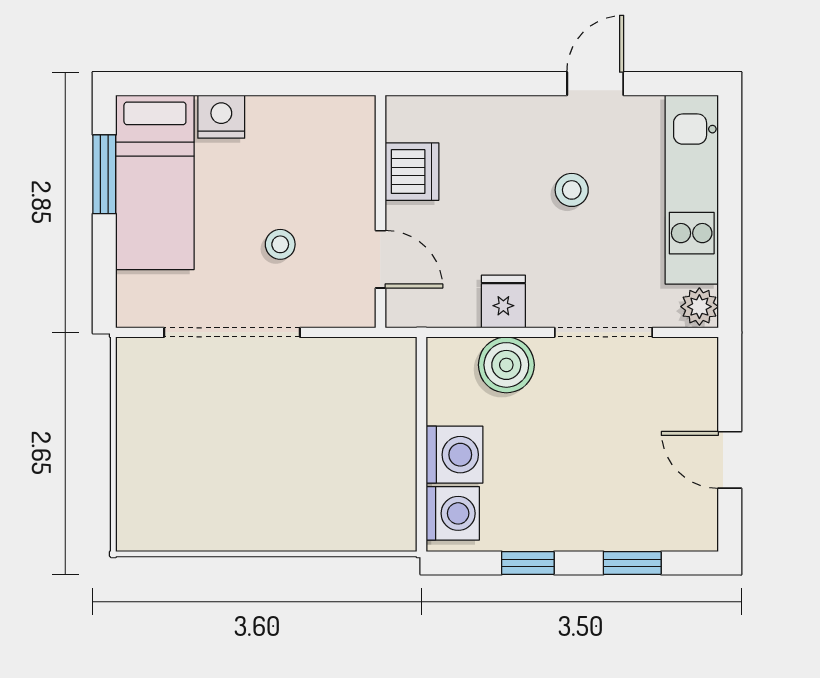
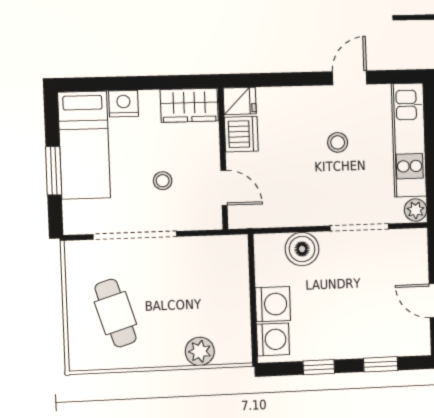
wardrobe: (328, 122) -> (189, 105), added
window: (104, 174) -> (54, 171), moved
fridge: (503, 302) -> (240, 101), moved, turned 90
cafe table: (195, 459) -> (116, 313), added
plant: (331, 528) -> (200, 351), added

